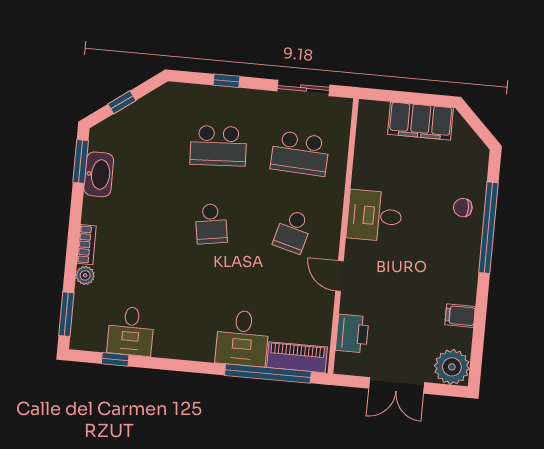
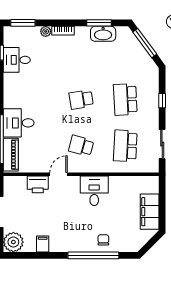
window: (122, 102) -> (145, 43), width x2.17
window: (81, 161) -> (99, 23), moved
printer: (352, 334) -> (38, 184), moved

